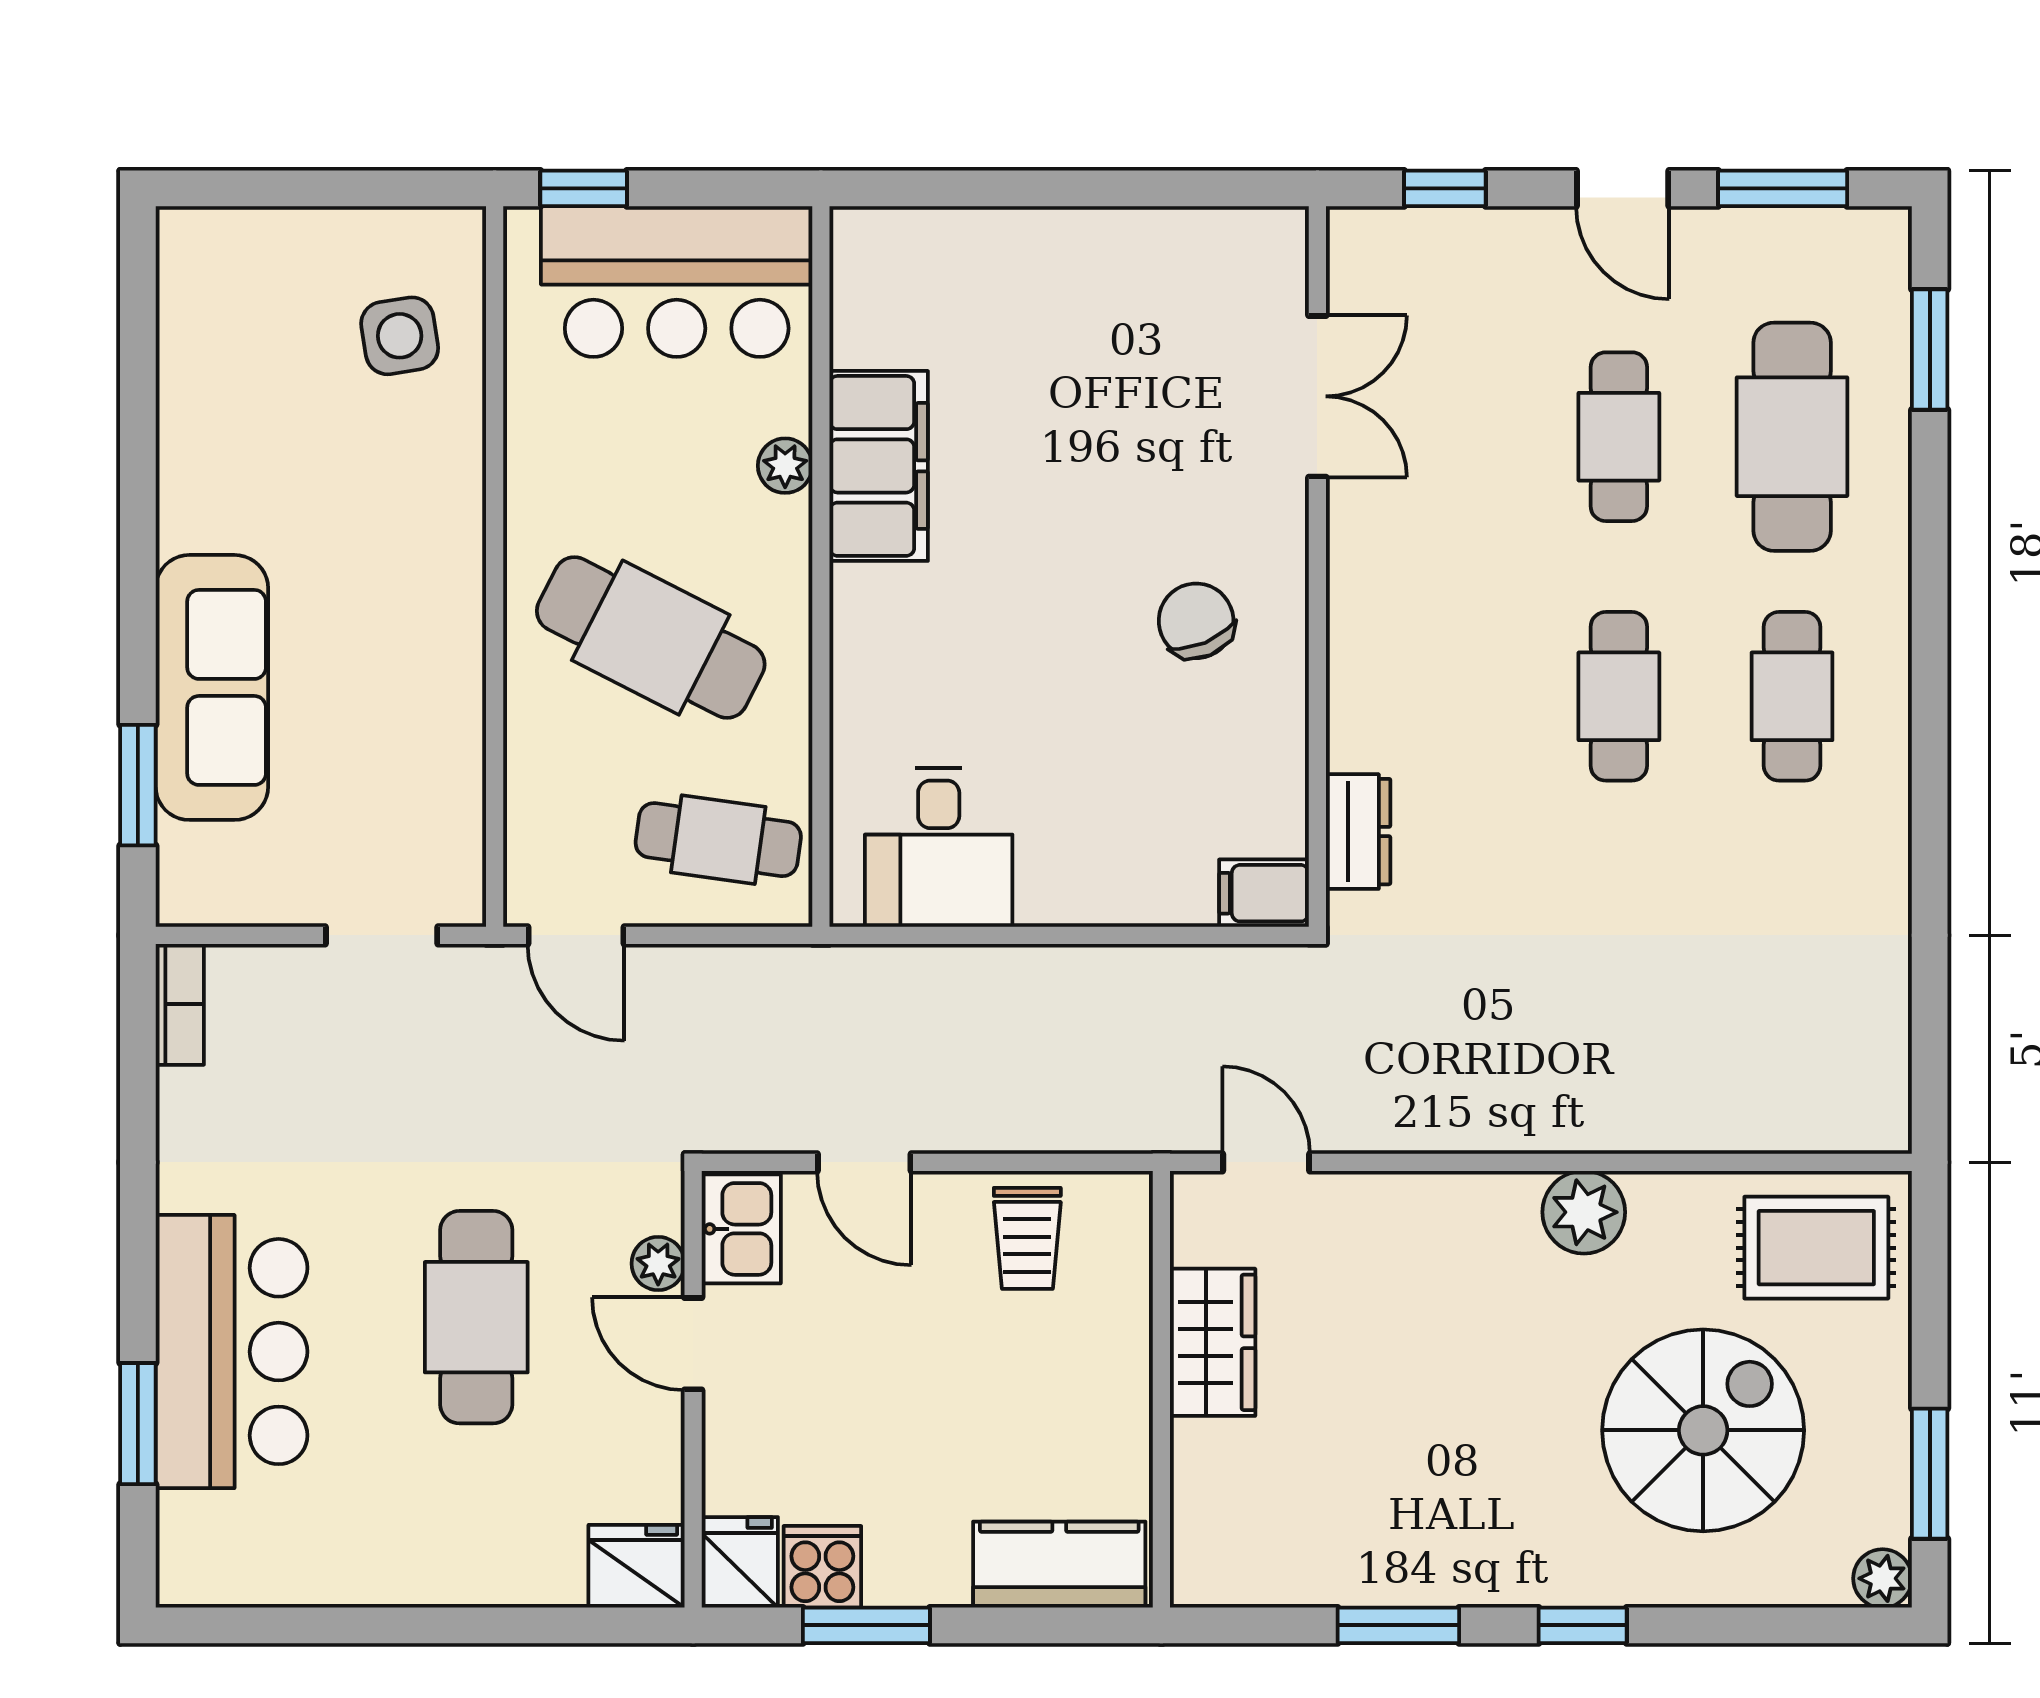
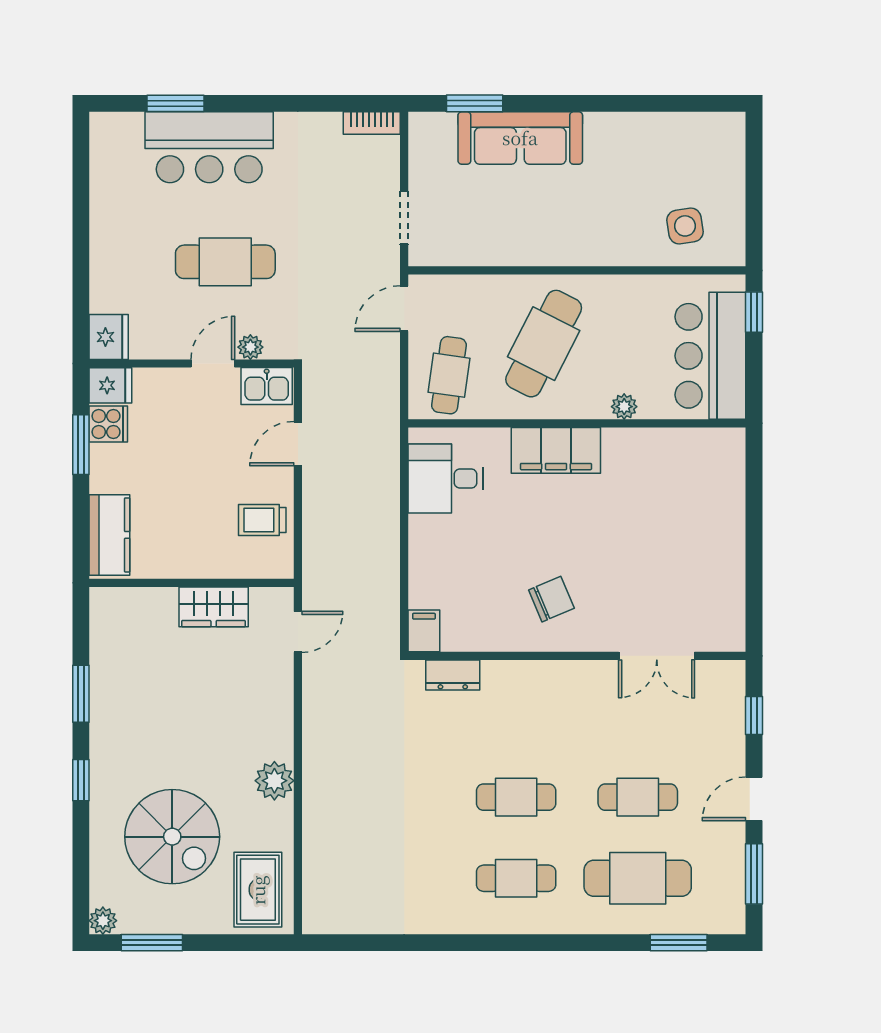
filing cabinet: (879, 466) -> (556, 450), moved

